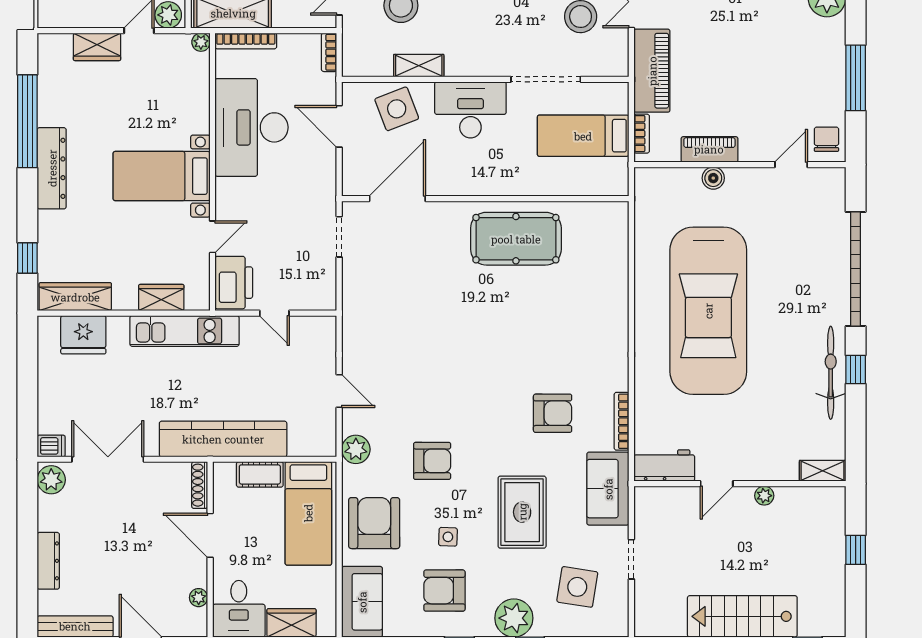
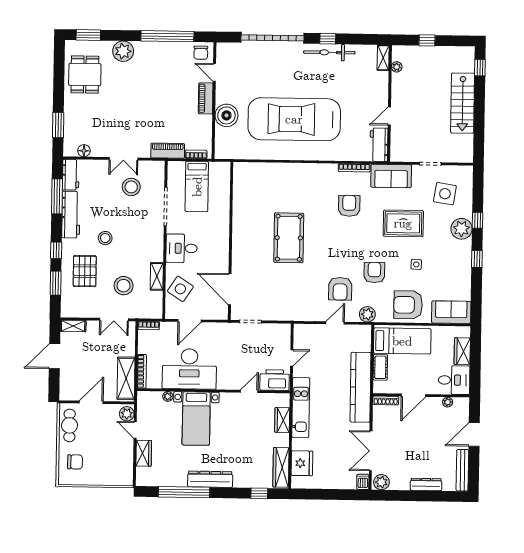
plant: (201, 42) -> (168, 396), moved
piano: (652, 71) -> (168, 151), width x0.73, depth x0.75
window: (856, 78) -> (167, 36), width x1.46
side table: (397, 109) -> (180, 289), turned -35
desk: (470, 110) -> (182, 248), width x0.73
chair: (826, 139) -> (201, 53), turned -90
piano: (709, 149) -> (206, 98), moved
bed with nightstands: (162, 176) -> (196, 419), moved
boiler: (713, 178) -> (226, 115), width x1.86, depth x1.86
door: (213, 237) -> (249, 391), hinge flipped
pool table: (516, 239) -> (289, 238), moved
car: (708, 311) -> (294, 119), turned 180
door: (717, 484) -> (389, 116), swing flipped
plant: (764, 496) -> (397, 67), moved
armchair: (444, 591) -> (340, 289), moved

